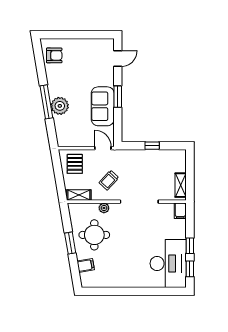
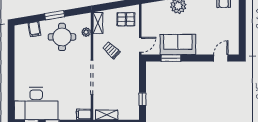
door: (118, 59) -> (221, 58), swing flipped
window: (118, 97) -> (171, 58), moved
window: (152, 146) -> (142, 99), moved
plant: (104, 208) -> (86, 32), moved

